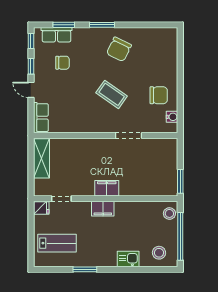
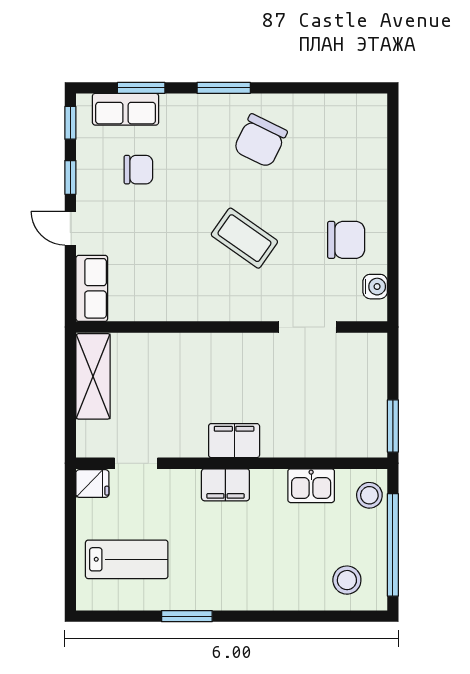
doorway: (128, 136) -> (308, 327), moved
kitchen sink: (128, 259) -> (311, 486), moved, turned 180

